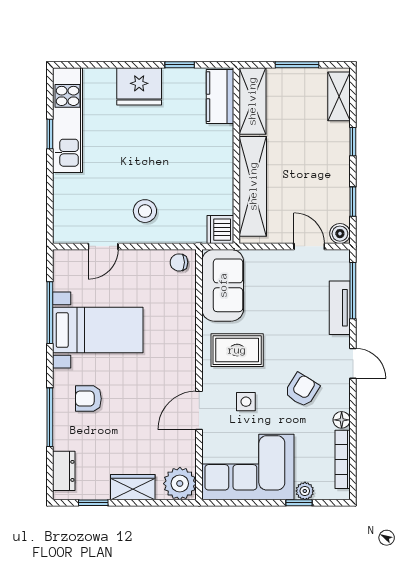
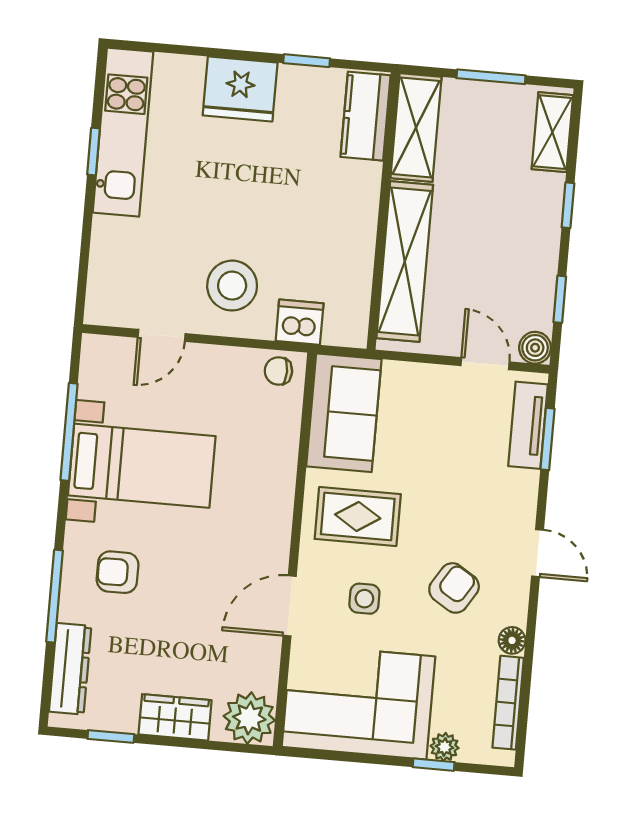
stool: (145, 211) -> (232, 286), width x1.38, depth x1.38
dishwasher: (220, 230) -> (300, 322), moved, turned 90
window: (353, 291) -> (547, 439), width x0.69
tv unit: (340, 308) -> (528, 425), moved
dresser: (64, 471) -> (70, 669), width x1.44

